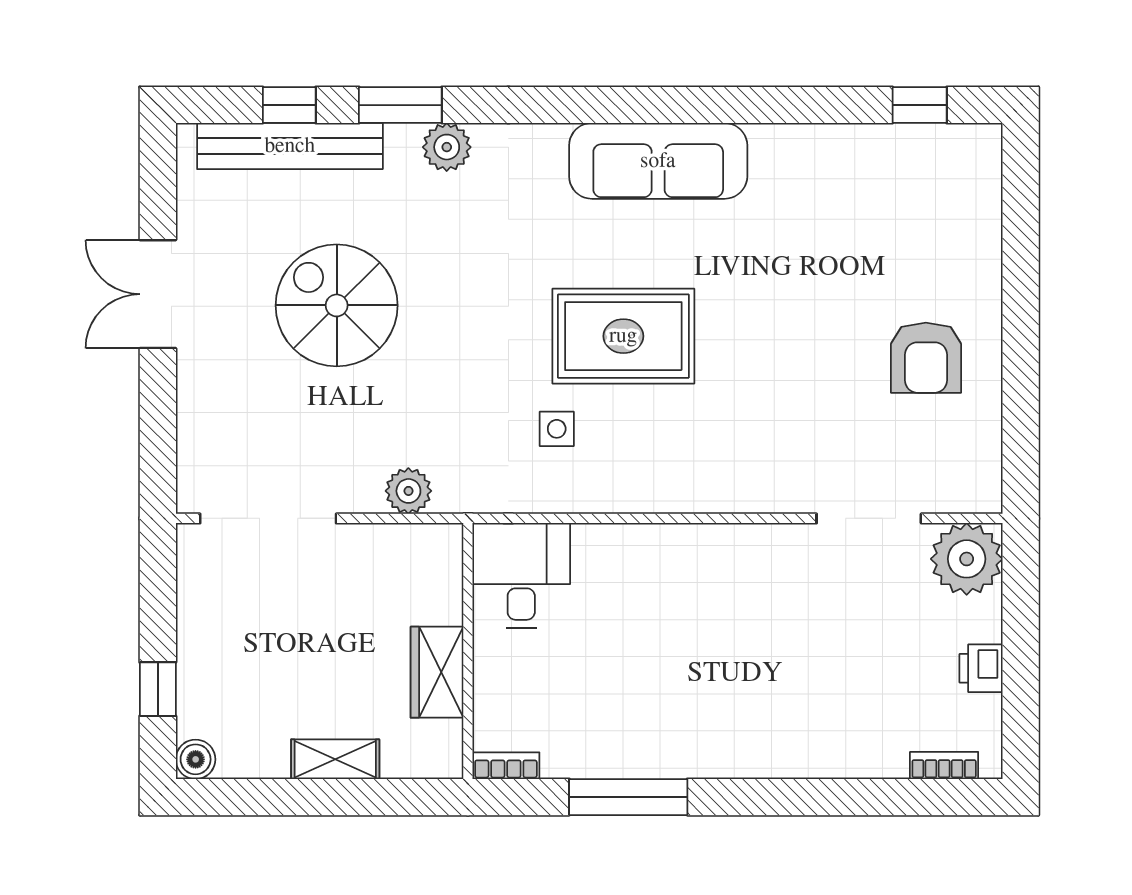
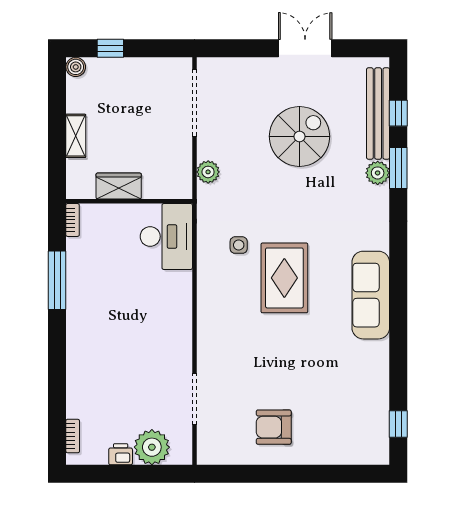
plant: (447, 147) -> (378, 173), moved
plant: (967, 559) -> (152, 447), moved
desk: (521, 576) -> (166, 236), width x1.37

